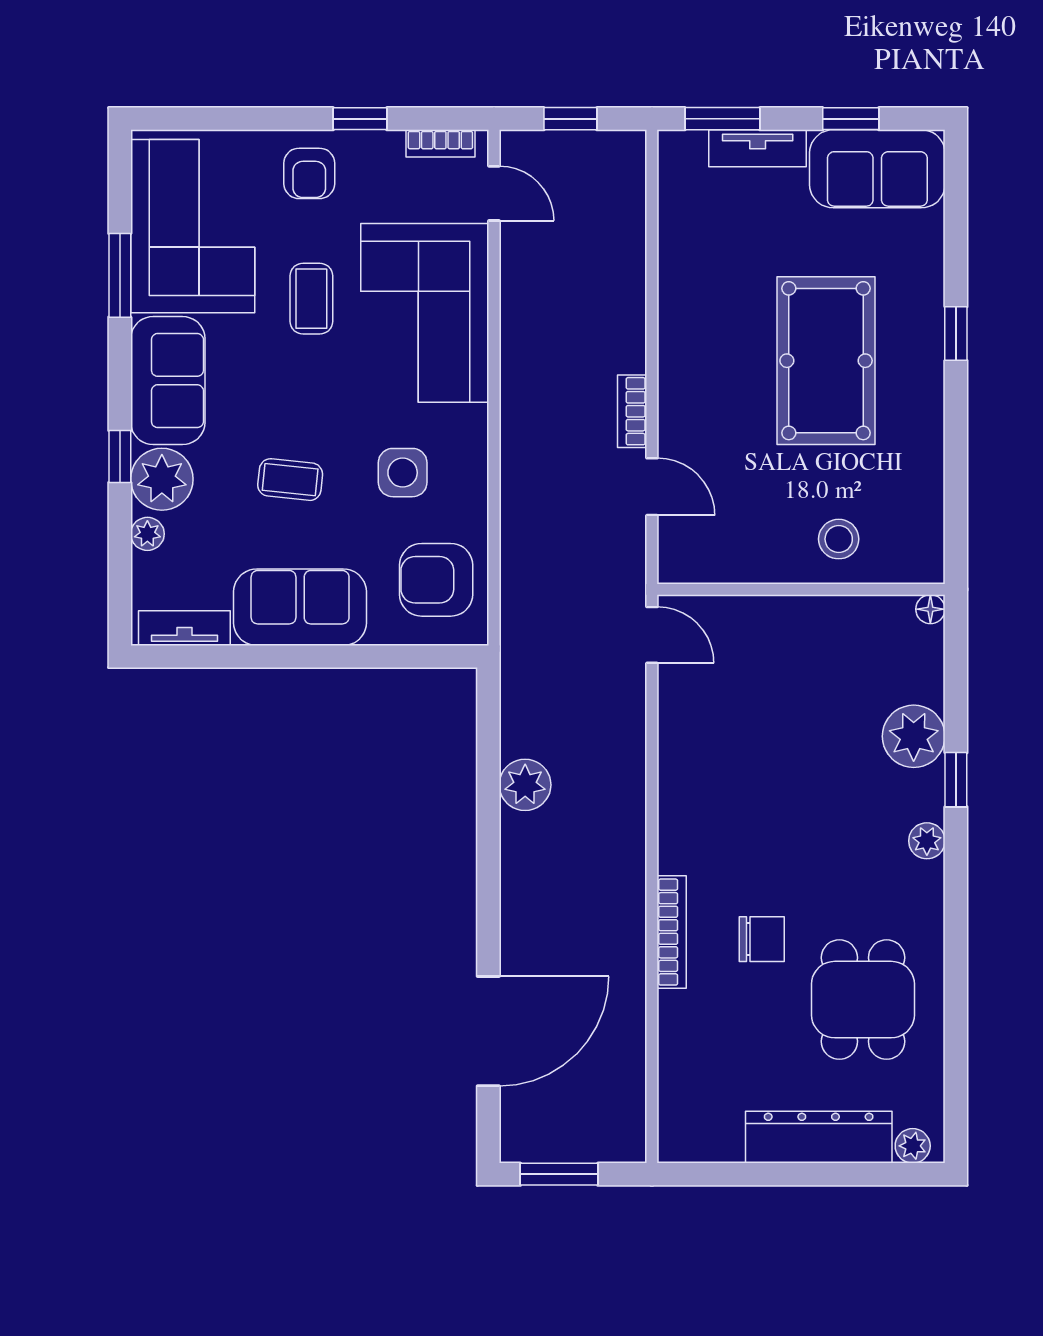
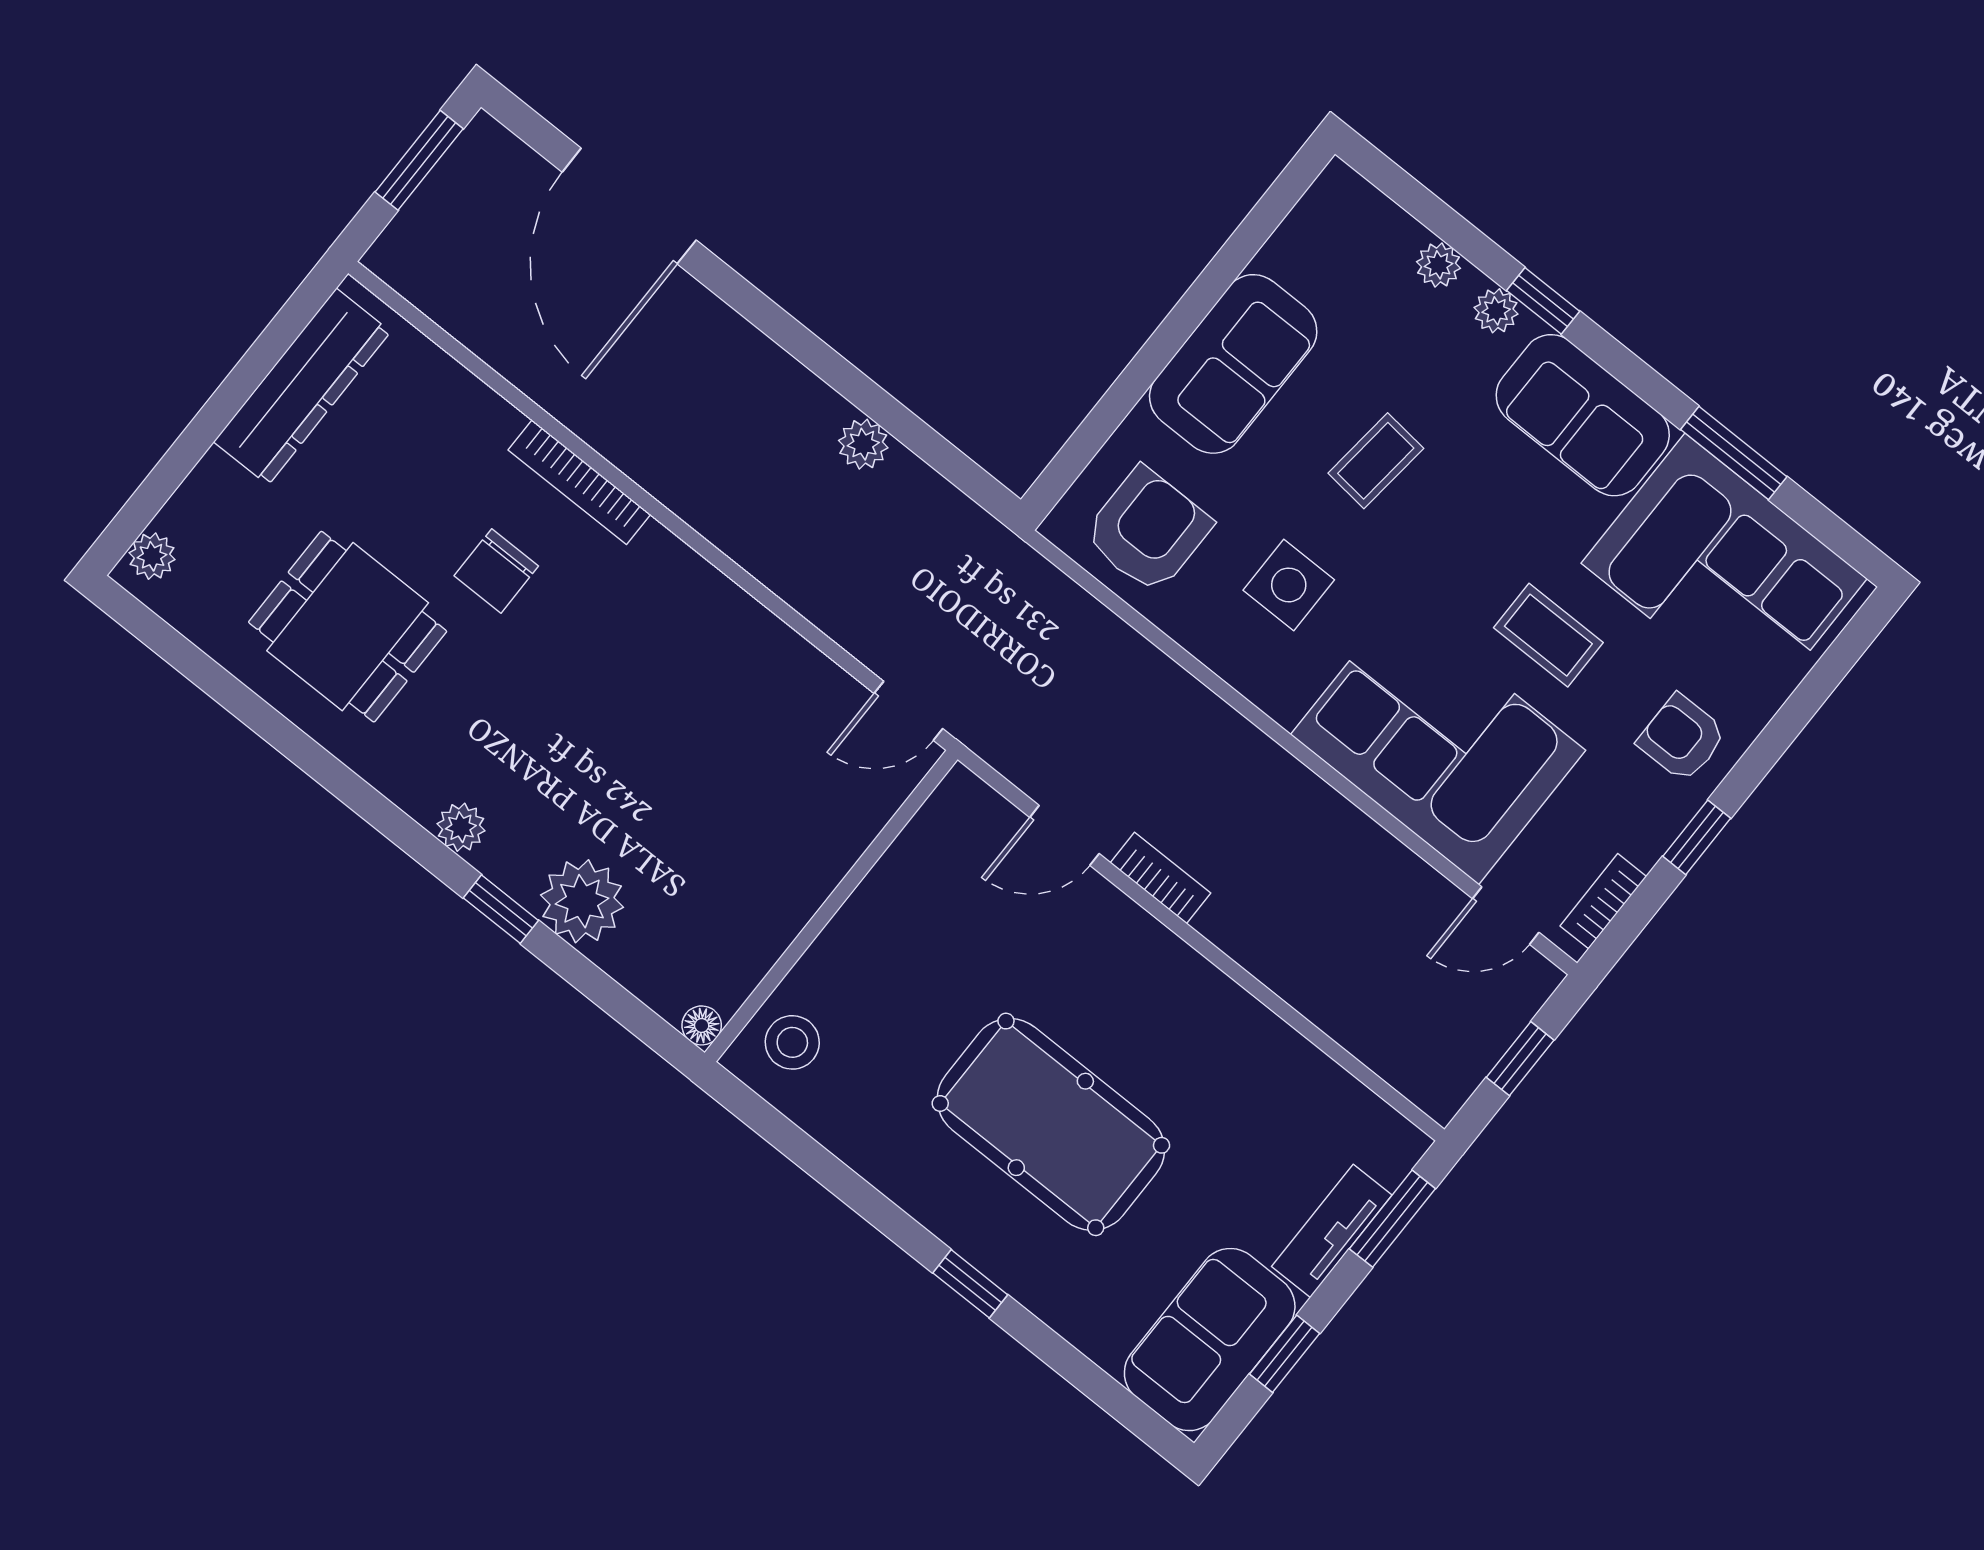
plant: (162, 479) -> (1496, 311), width x0.53, depth x0.53
stool: (839, 539) -> (792, 1042), moved
tv unit: (184, 628) -> (1308, 225), removed
plant: (525, 785) -> (863, 444), width x0.73, depth x0.73
dresser: (819, 1137) -> (302, 387), moved

